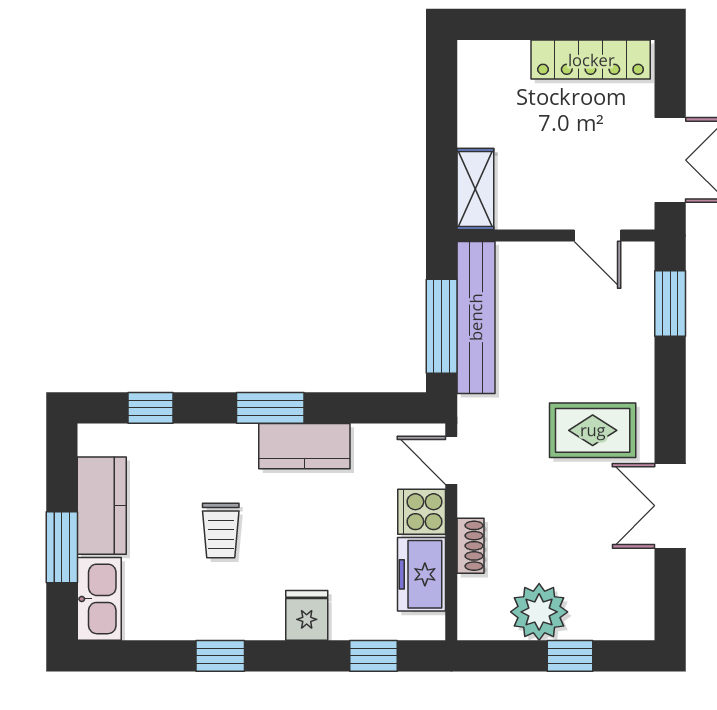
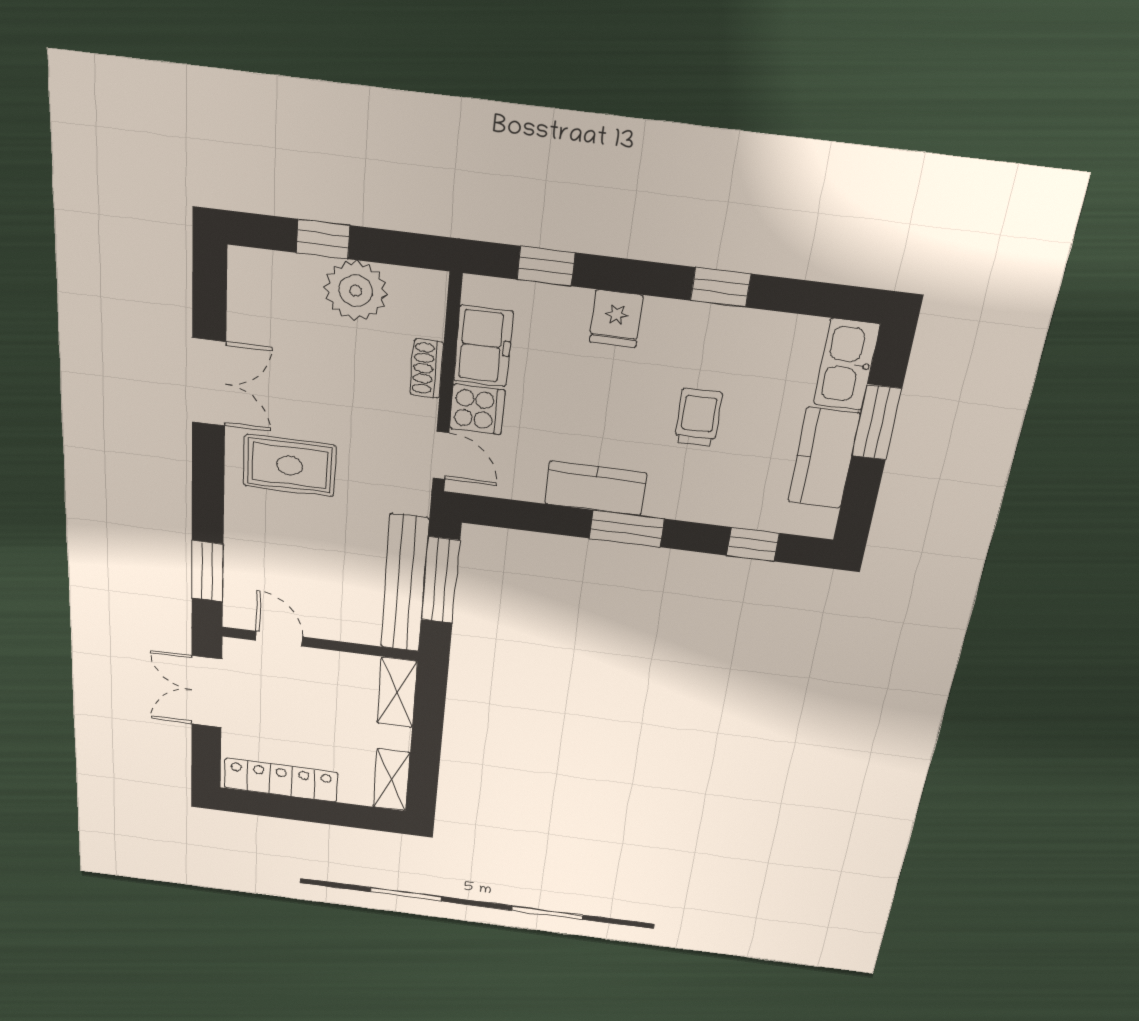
shelving: (474, 78) -> (392, 780), added

